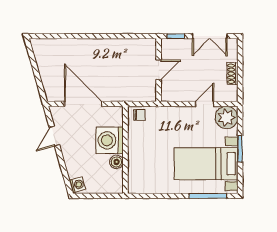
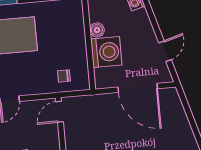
door: (159, 70) -> (60, 112), moved
chair: (139, 115) -> (64, 76), moved

